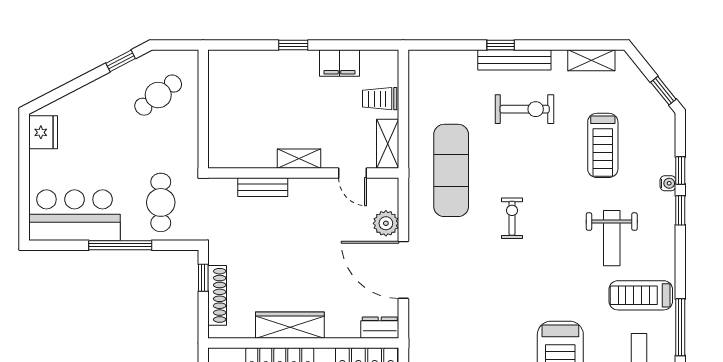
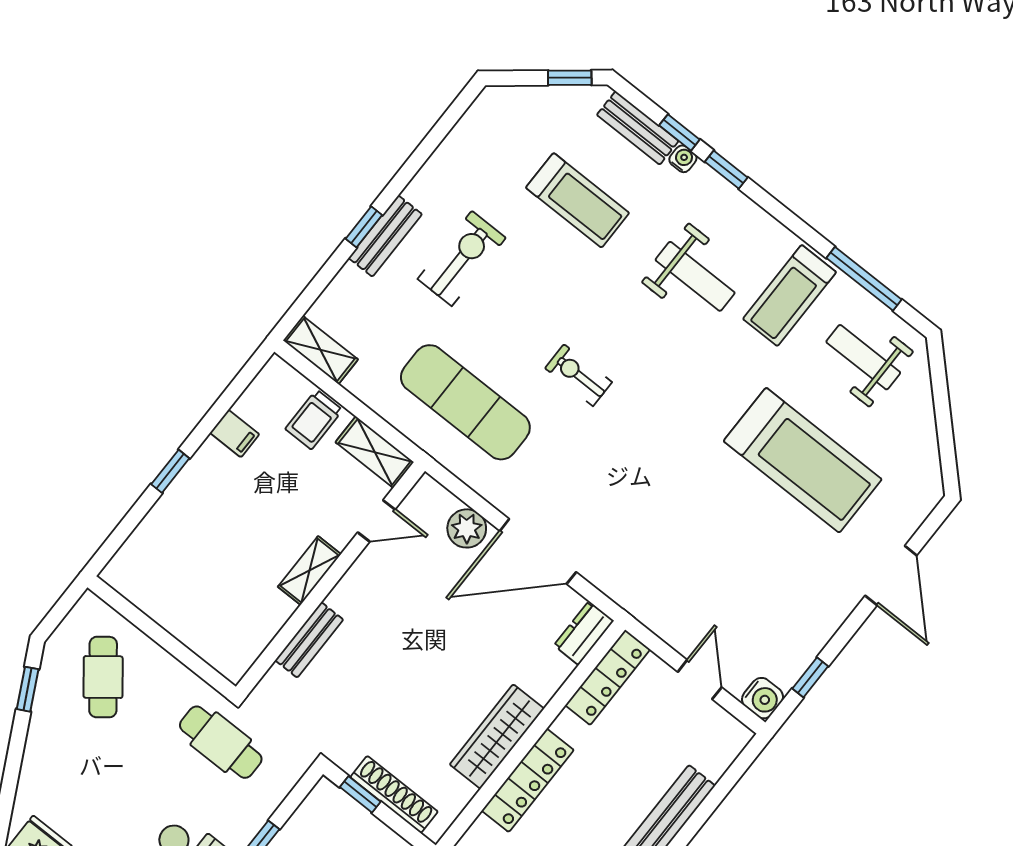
bench: (514, 60) -> (385, 236), width x0.73
shelving: (591, 60) -> (321, 350), moved, turned 90
filing cabinet: (339, 63) -> (235, 433), width x0.50
bench: (665, 147) -> (638, 128), added
cafe table: (161, 202) -> (221, 742), moved

